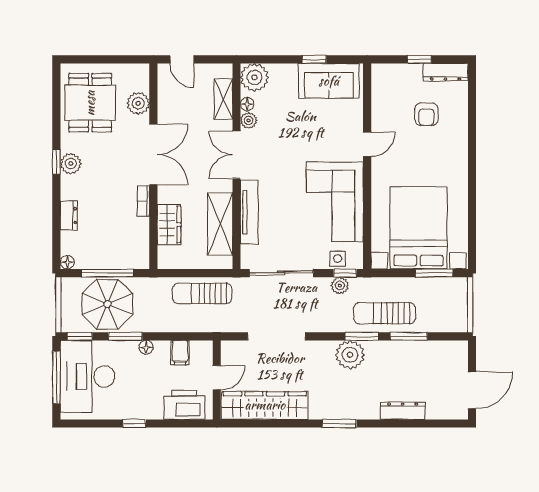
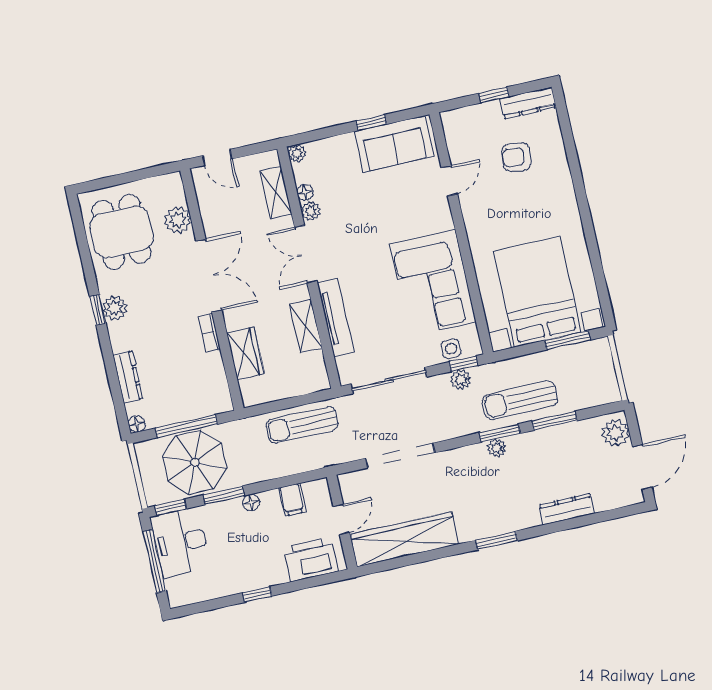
plant: (254, 77) -> (297, 153), width x0.53, depth x0.53
armchair: (426, 114) -> (517, 157), turned 98
door: (367, 144) -> (449, 181), moved
dresser: (69, 216) -> (128, 377), width x1.44
shelving: (220, 224) -> (306, 326), width x0.67, depth x0.75
plant: (350, 355) -> (497, 448), width x0.53, depth x0.53
plant: (457, 358) -> (616, 433), added
desk: (87, 377) -> (181, 542), width x0.73, depth x0.77

